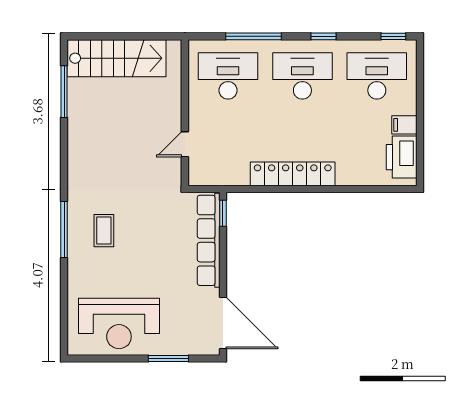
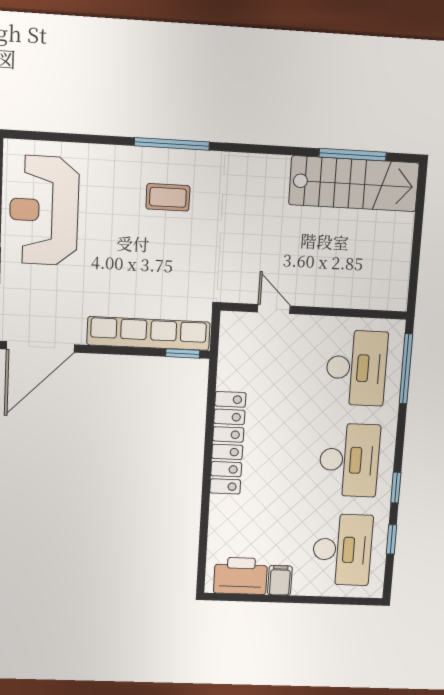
window: (253, 36) -> (406, 369), moved
window: (393, 36) -> (391, 539), moved
stairs: (116, 58) -> (354, 184), moved, turned -90

